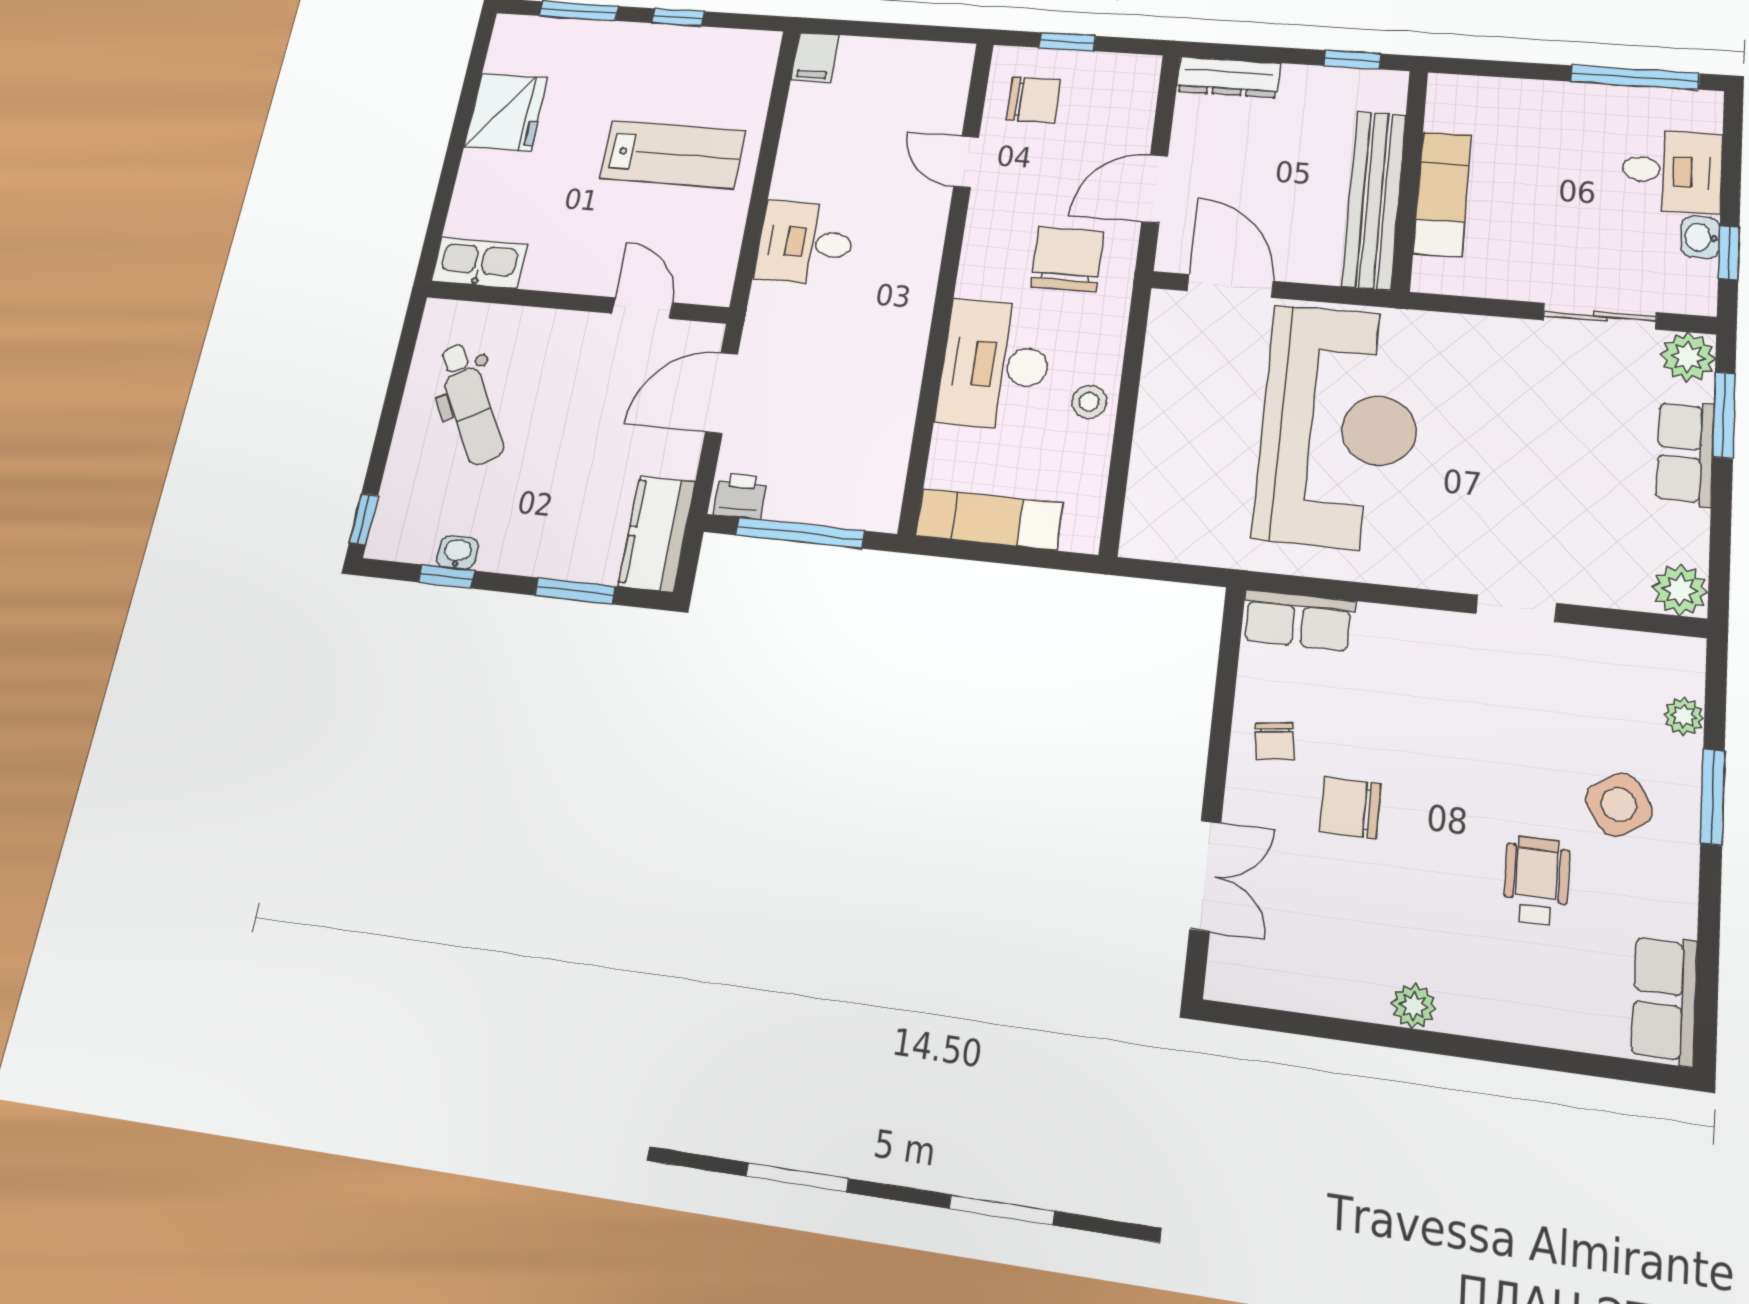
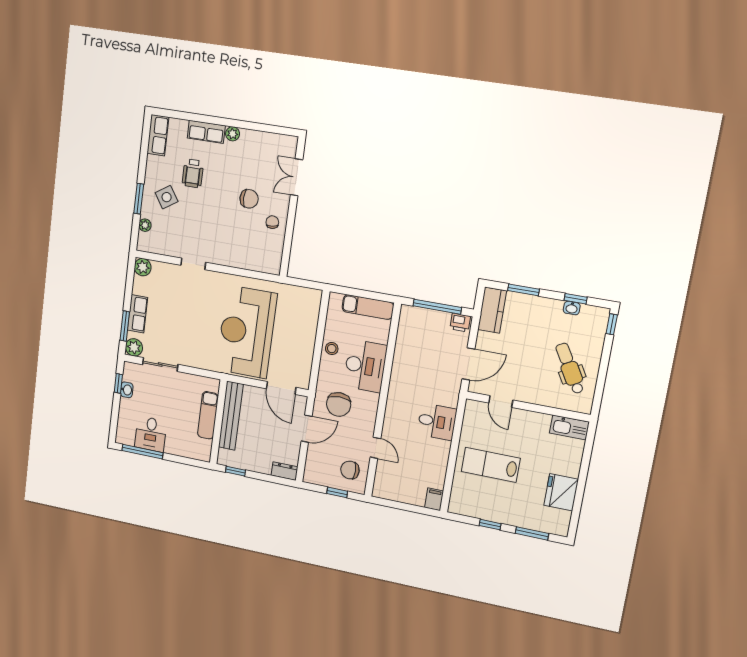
dresser: (1228, 77) -> (284, 471), width x0.70
desk: (1672, 171) -> (151, 434), moved, turned -90
row of seats: (1298, 620) -> (206, 132), moved, turned 180

